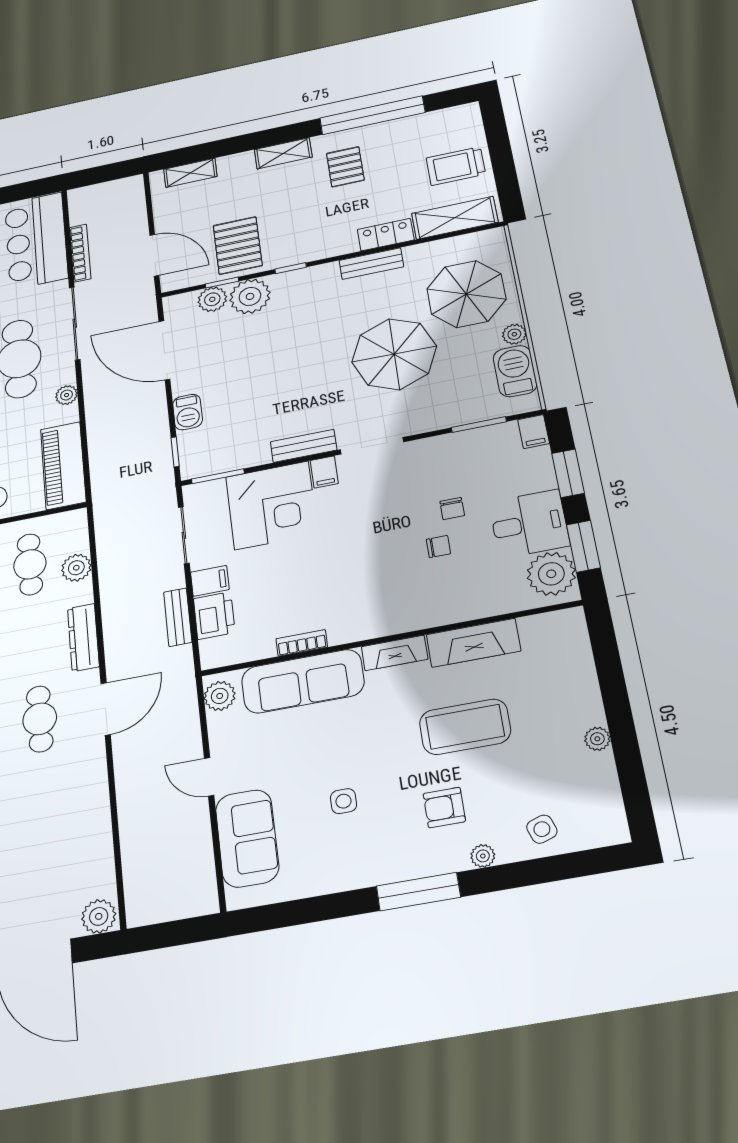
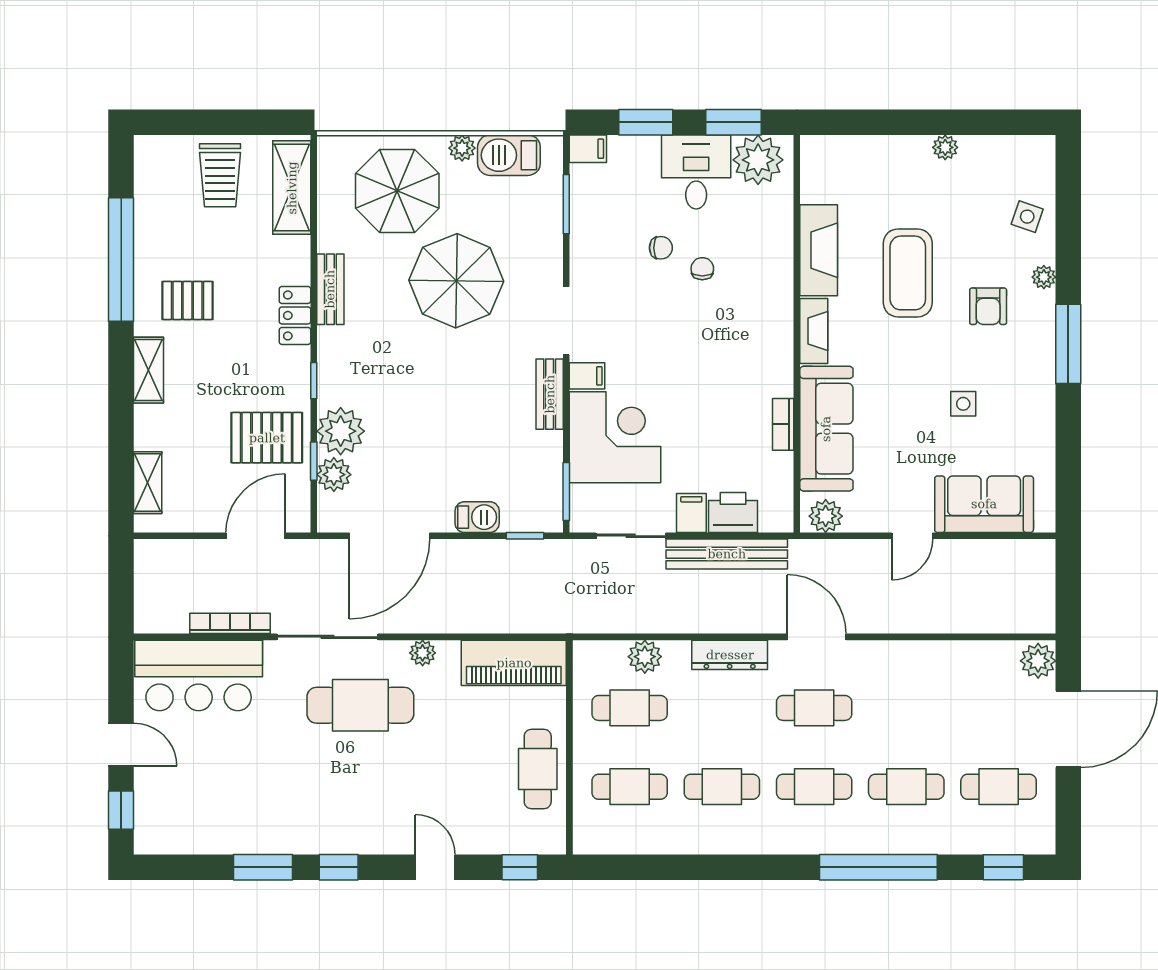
locker: (386, 235) -> (295, 315), moved
bench: (178, 617) -> (727, 554), width x1.86, depth x1.21
side table: (542, 829) -> (1027, 217), turned 38

